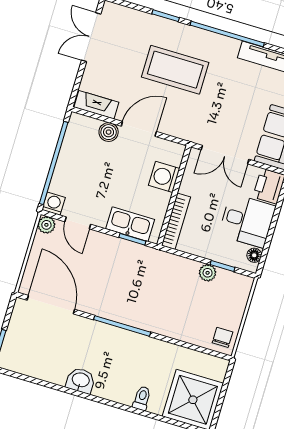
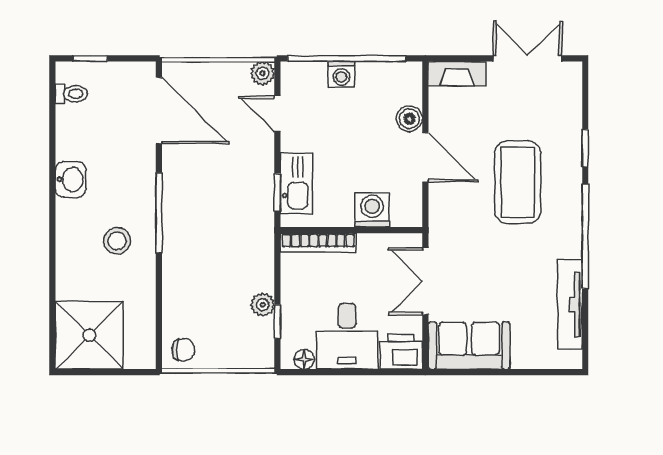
fireplace: (96, 105) -> (457, 74), moved, turned 90
washing machine: (54, 204) -> (341, 74), moved, turned 90
door: (78, 223) -> (277, 114), hinge flipped
door: (51, 305) -> (159, 110), hinge flipped
stool: (133, 361) -> (117, 241), added
toilet: (142, 398) -> (71, 94), moved

